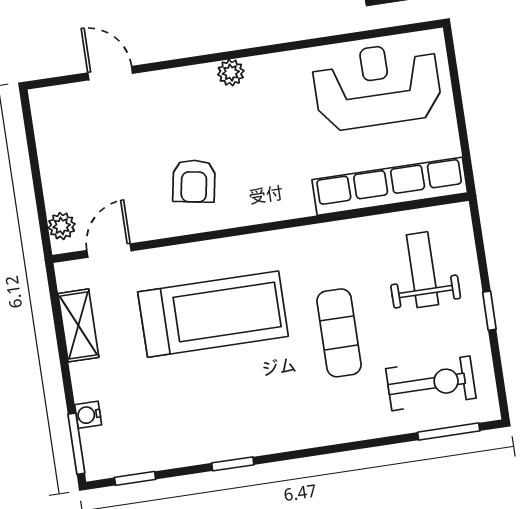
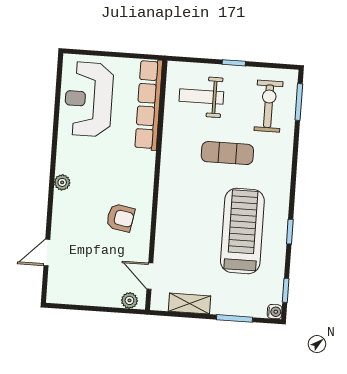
treadmill: (213, 314) -> (242, 231), moved
water cooler: (88, 415) -> (275, 312), moved, turned -90
window: (76, 444) -> (234, 318), moved

